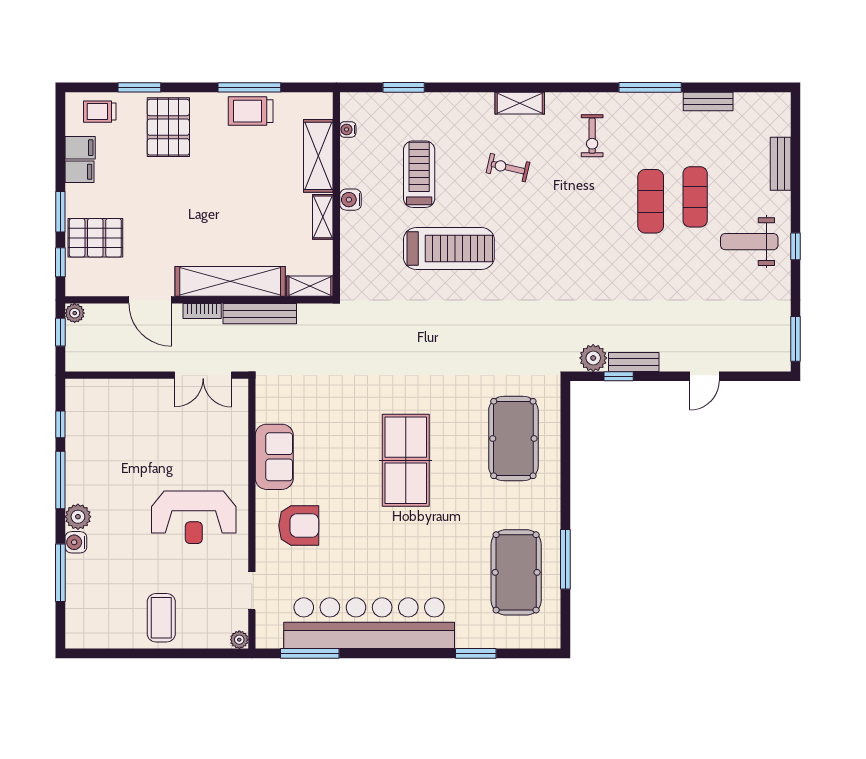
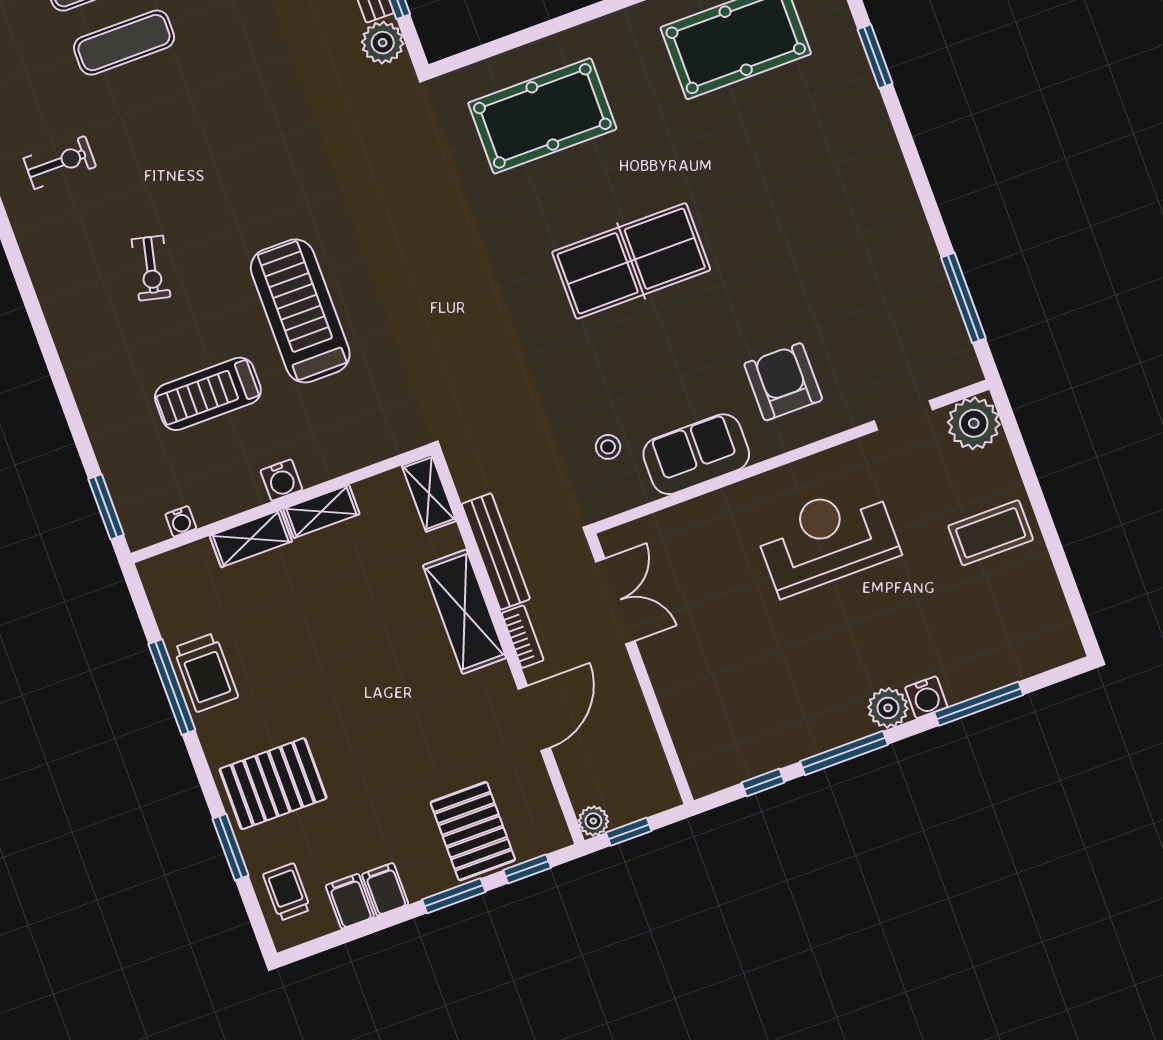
window: (404, 87) -> (106, 507), moved
shelving: (520, 103) -> (51, 285), removed
trolley: (100, 112) -> (287, 892), turned 180
shelving: (318, 156) -> (251, 539), width x0.67, depth x0.75
shelving: (230, 281) -> (465, 612), width x0.68
stool: (298, 405) -> (608, 447), added
reception desk: (194, 517) -> (827, 539), turned -90
bar counter: (369, 623) -> (888, 228), removed
plant: (239, 640) -> (974, 423), width x1.88, depth x1.88

